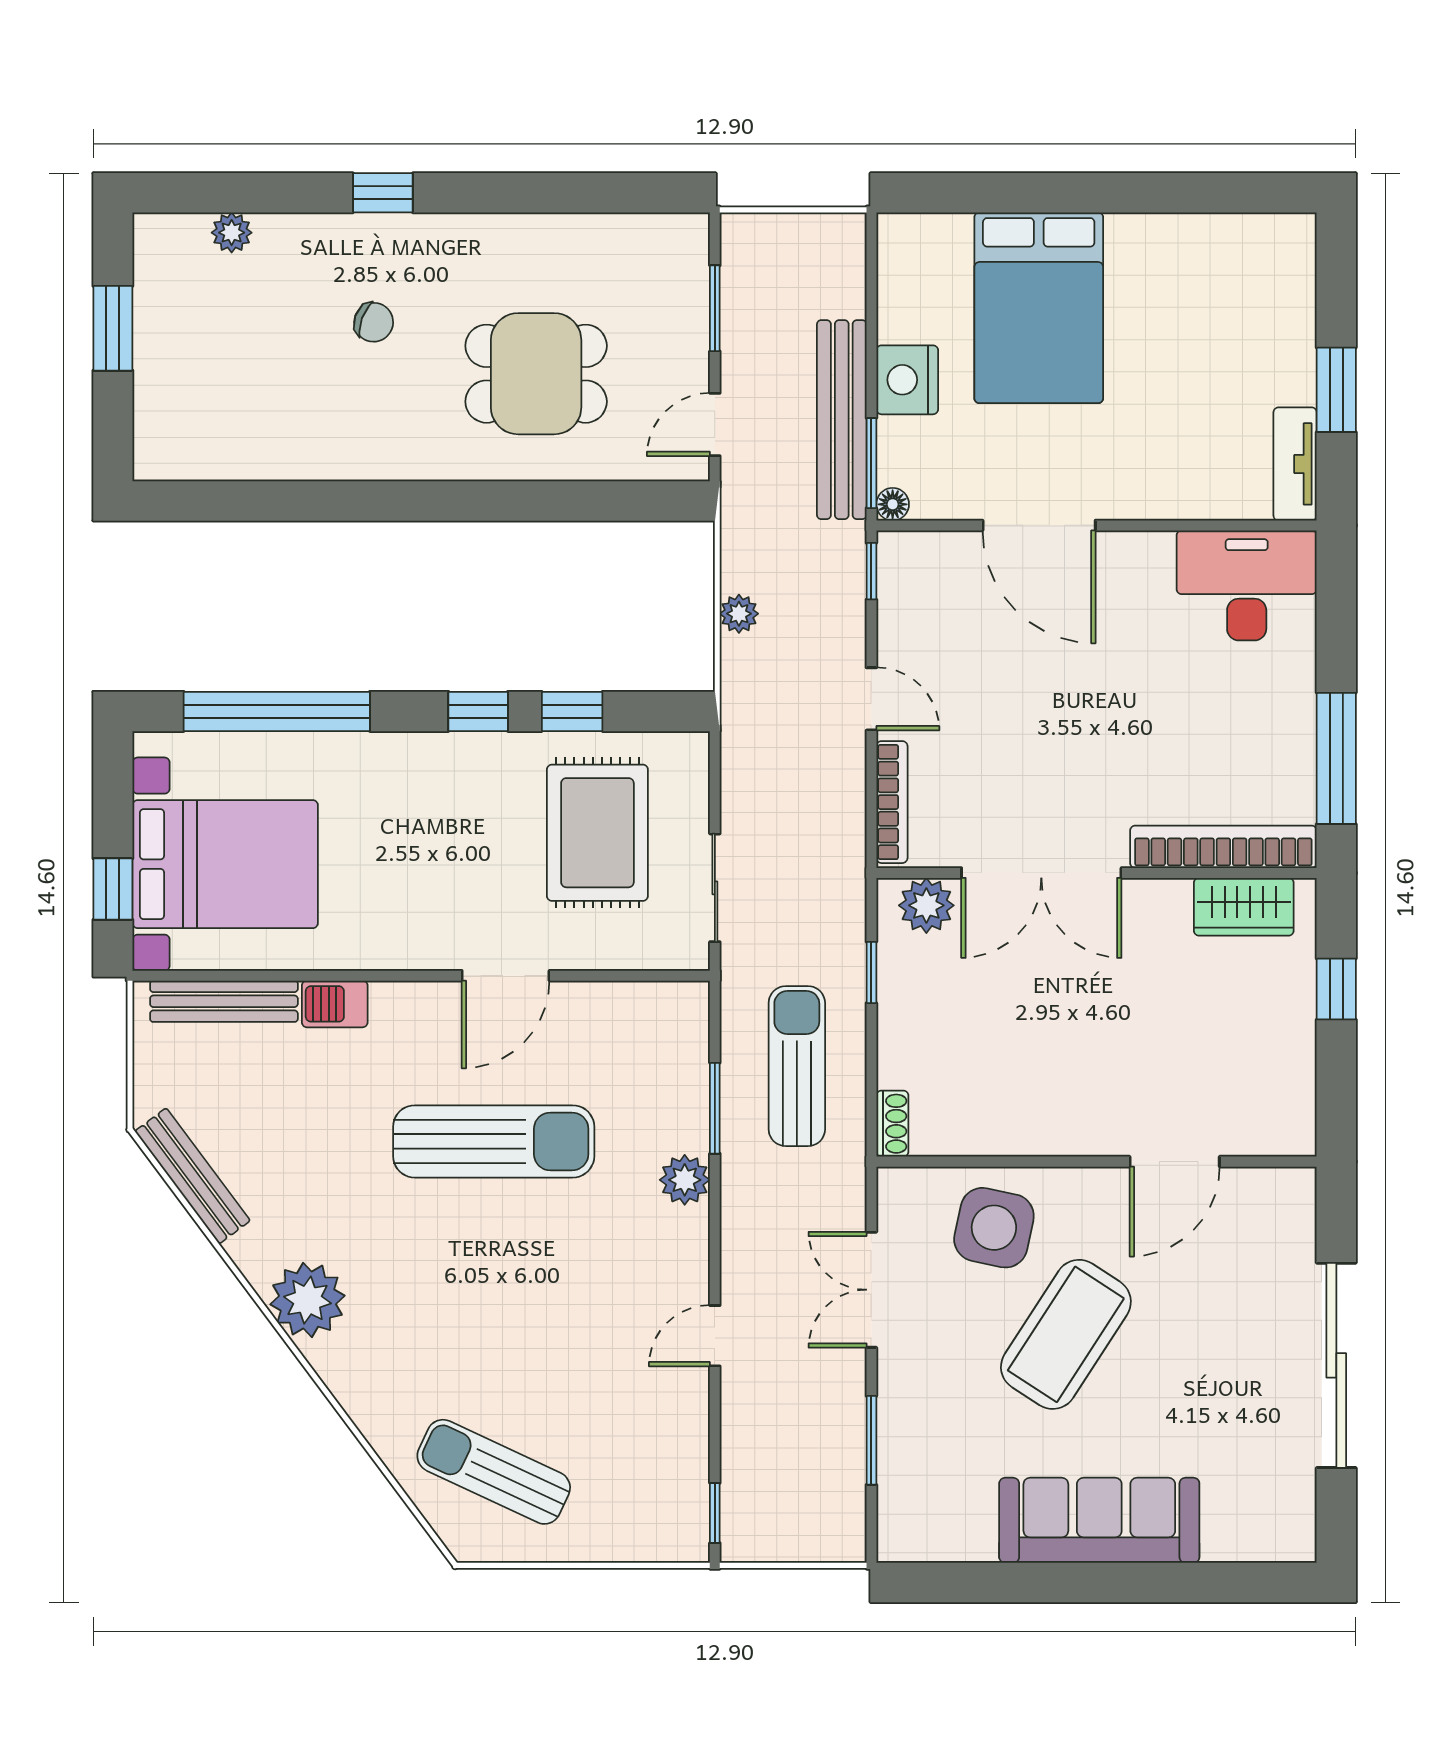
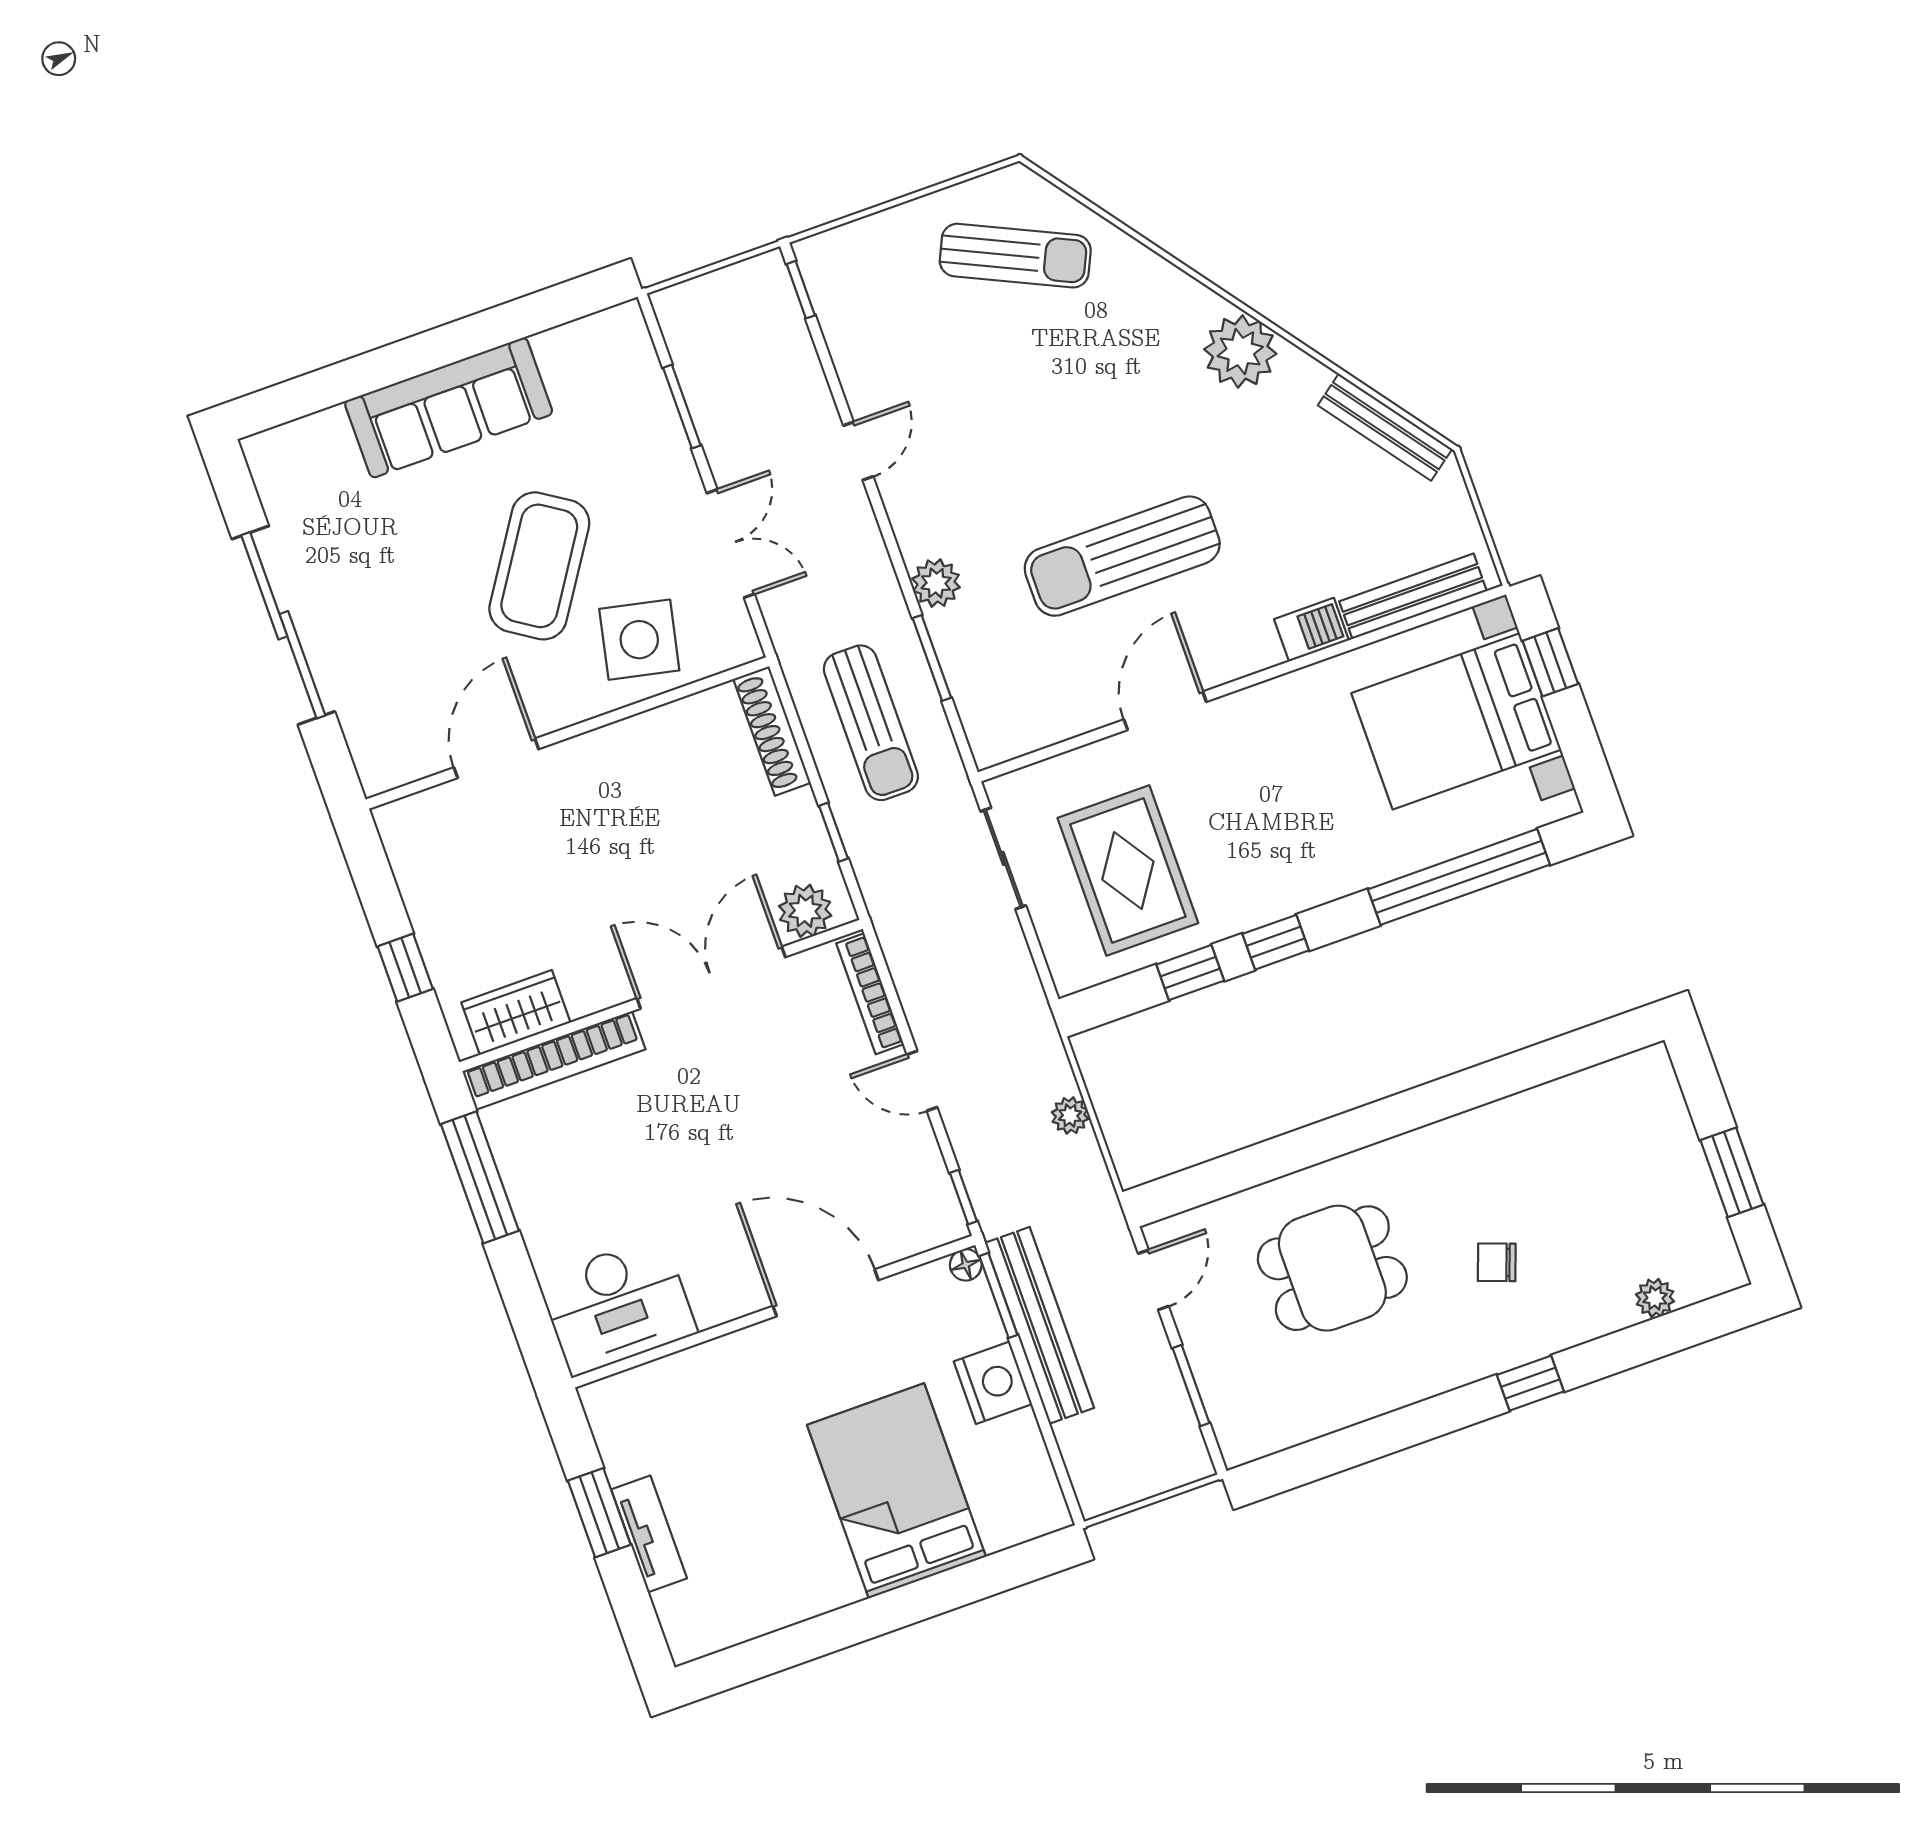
tv unit: (1295, 464) -> (649, 1534), moved
shoe rack: (892, 1124) -> (772, 731), width x1.94, depth x1.24

